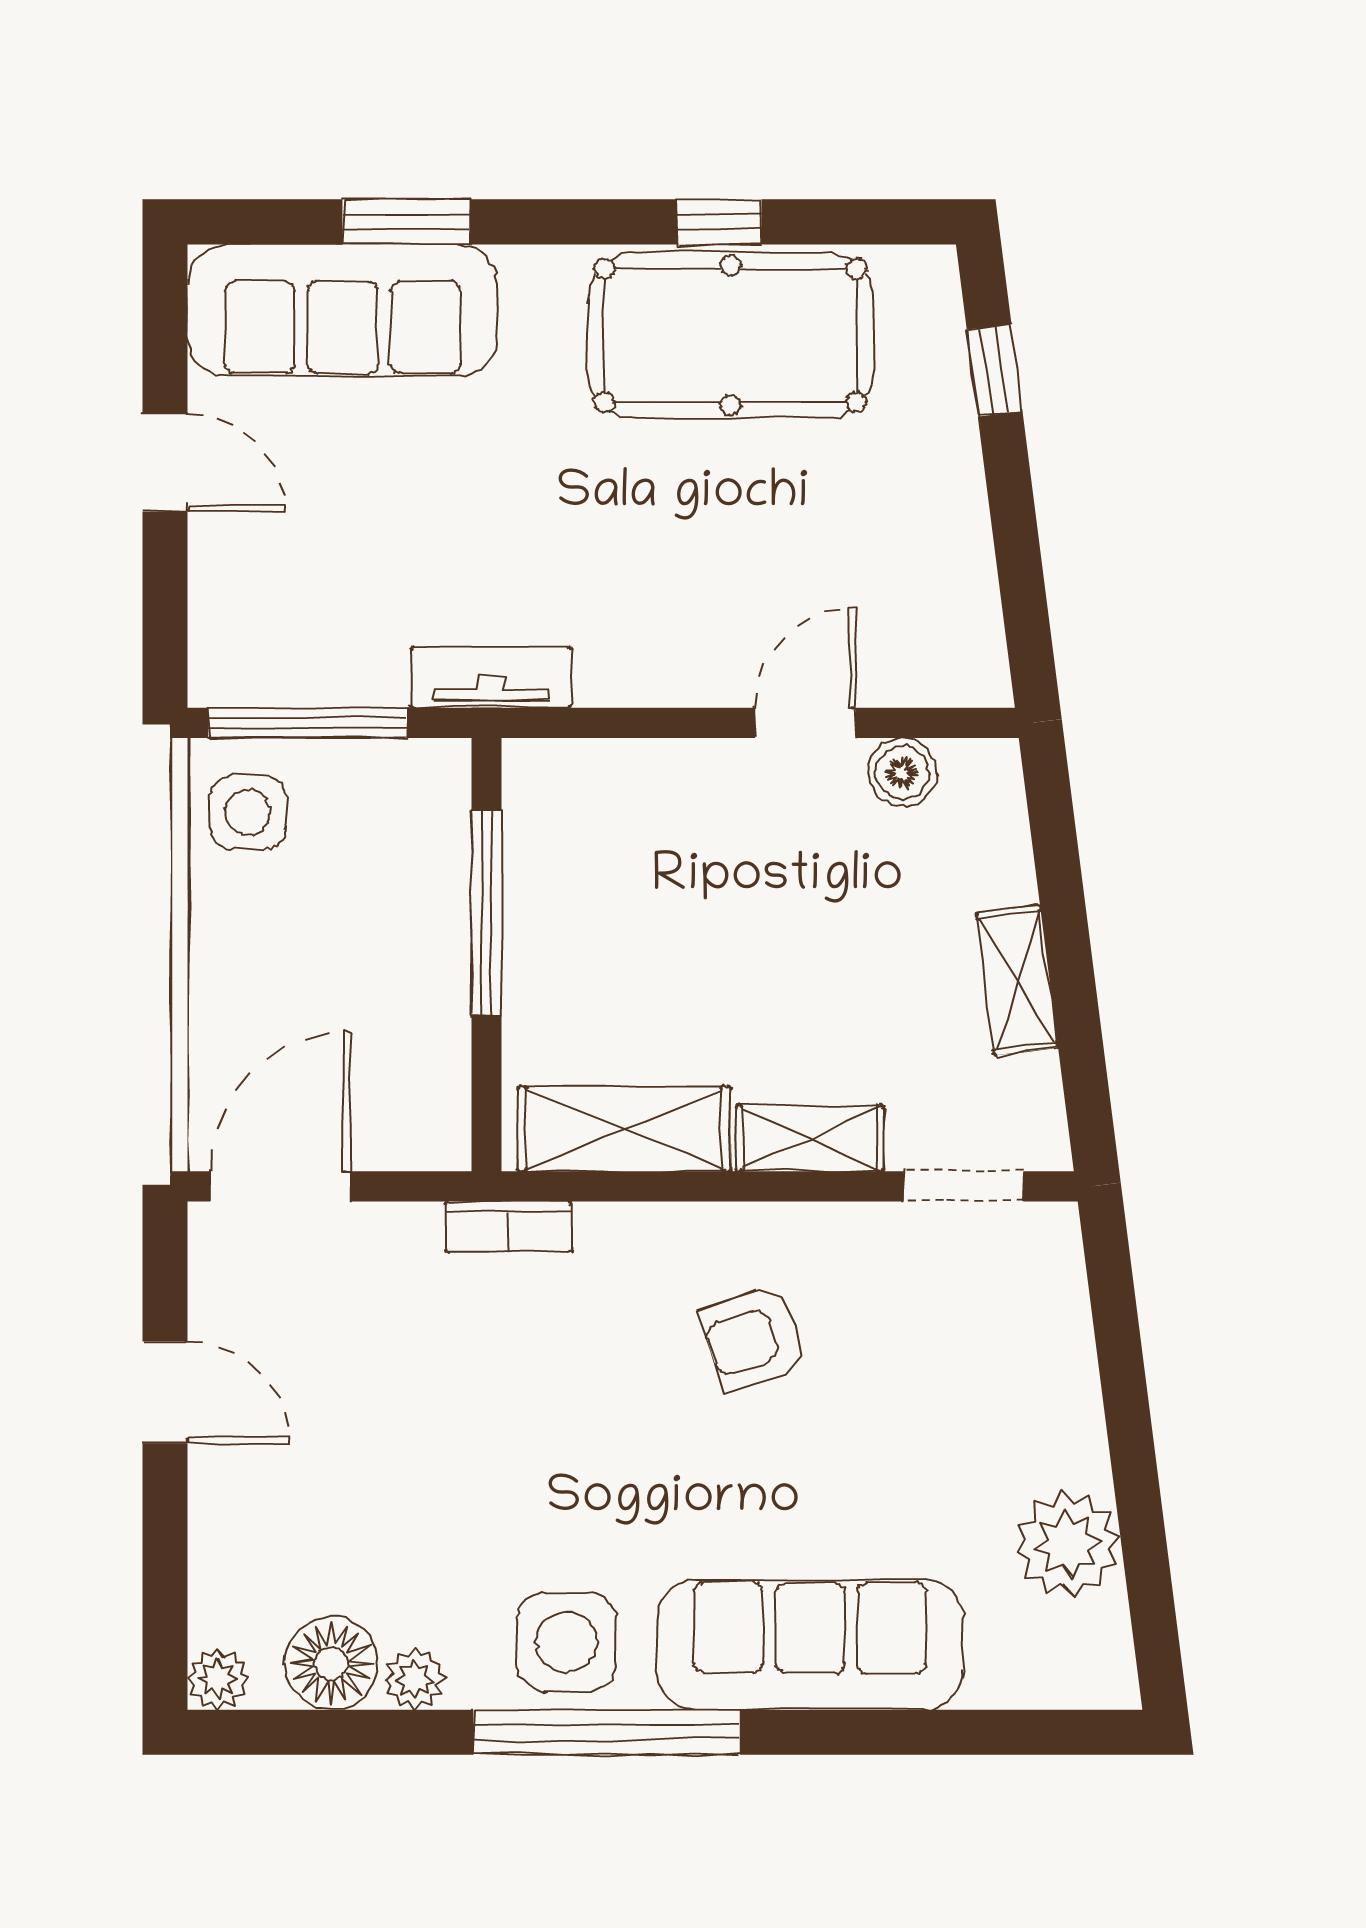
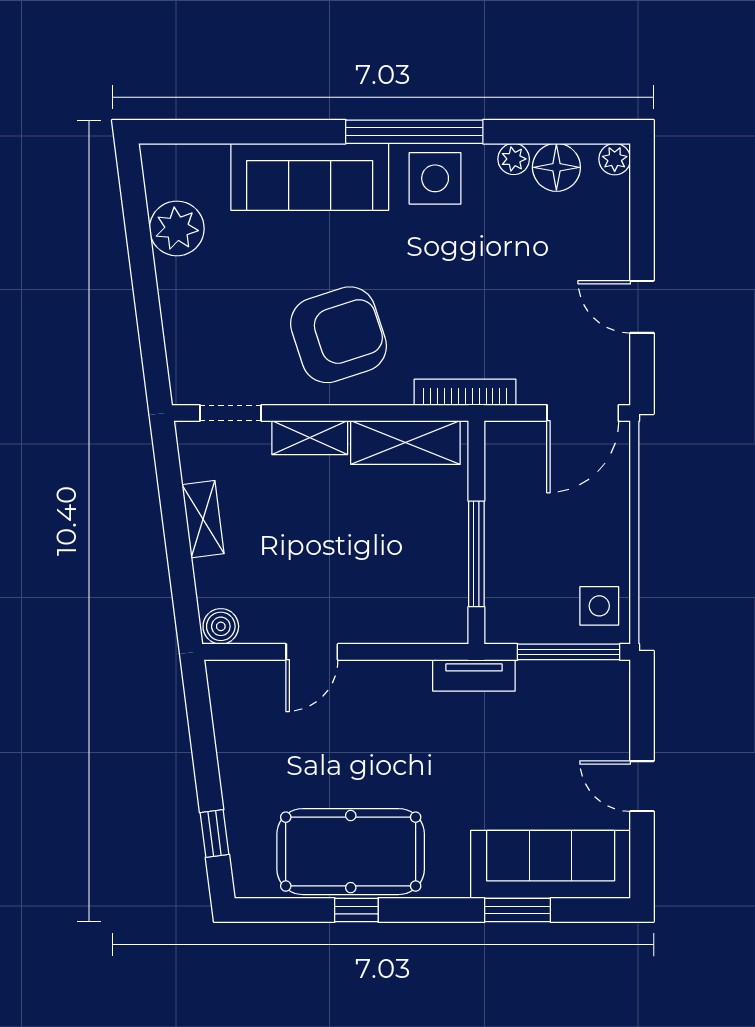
boiler: (902, 772) -> (221, 626), moved
bookcase: (508, 1227) -> (465, 392), width x1.56
armchair: (754, 1338) -> (338, 335), width x1.88, depth x1.88

